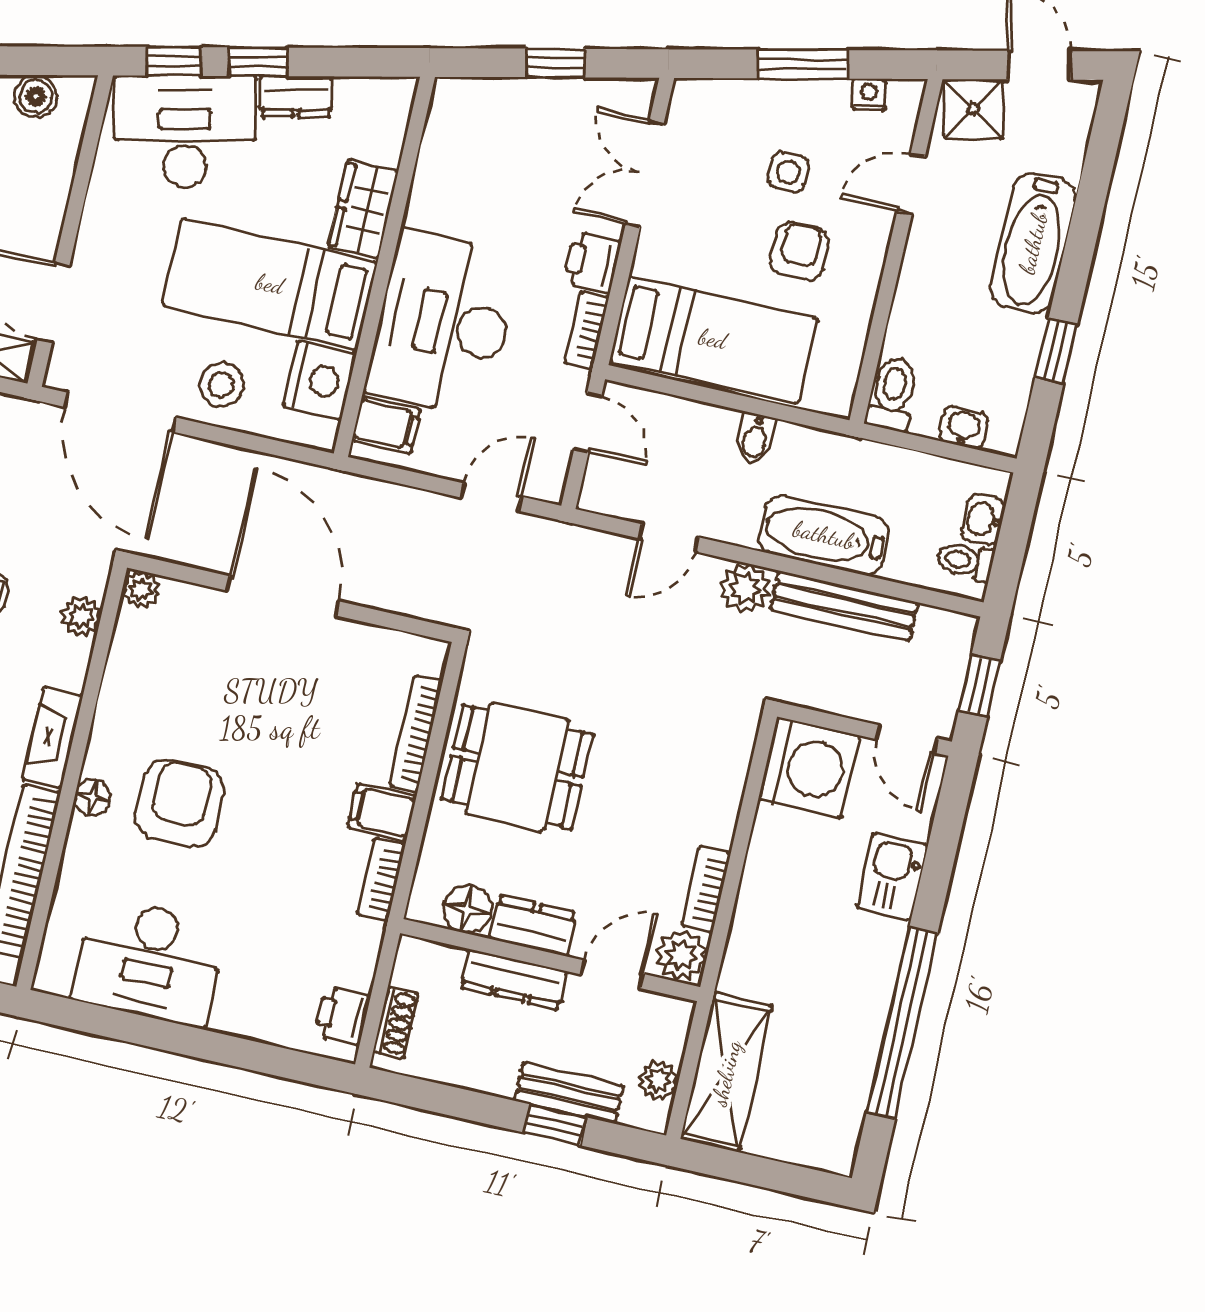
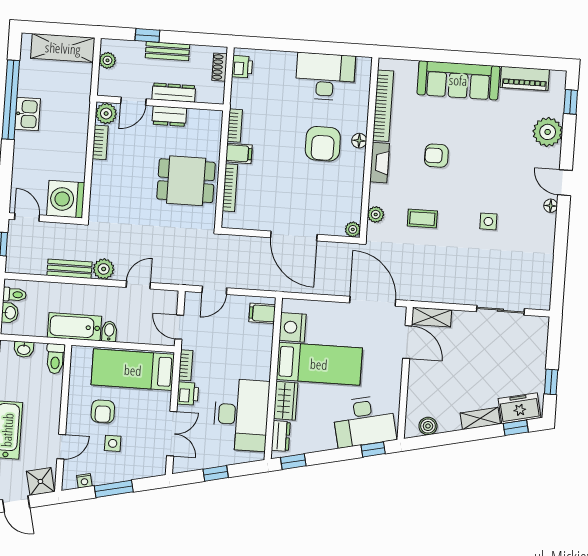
window: (258, 62) -> (293, 462), moved
dresser: (296, 97) -> (281, 436), moved, turned 103
desk: (443, 324) -> (241, 415), moved
stool: (222, 385) -> (333, 319), removed
bathtub: (824, 535) -> (75, 327), moved, turned 180
bench: (844, 606) -> (69, 269), width x0.73
kitchen sink: (892, 876) -> (27, 114), moved
floor lamp: (467, 909) -> (198, 119), removed
shelving: (726, 1073) -> (63, 48), moved, turned 90
bench: (569, 1093) -> (167, 51), moved

